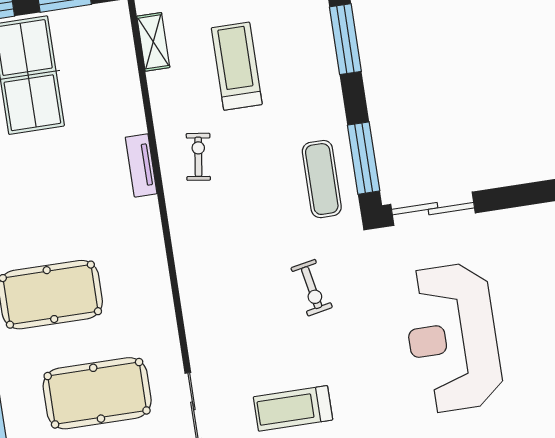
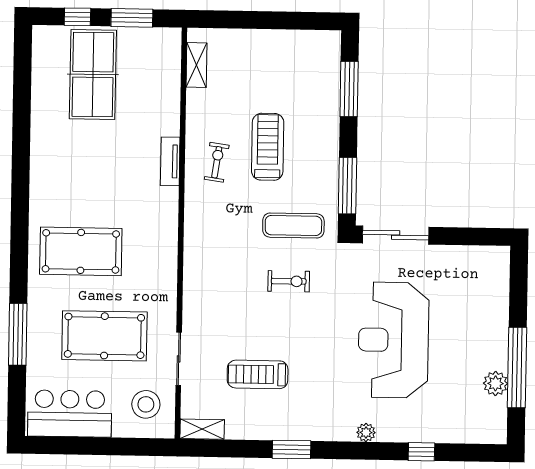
treadmill: (237, 66) -> (268, 147), moved
exercise mat: (322, 179) -> (293, 226), moved, turned 90
exercise bike: (312, 288) -> (289, 281), turned -79

